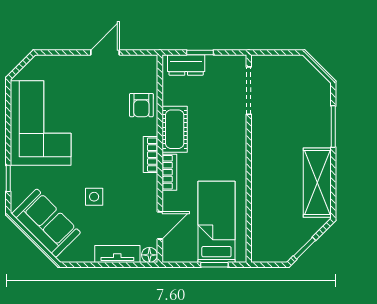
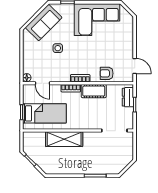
door: (105, 52) -> (135, 66), moved
shelving: (317, 183) -> (64, 139), moved
tv unit: (117, 254) -> (27, 61), removed

